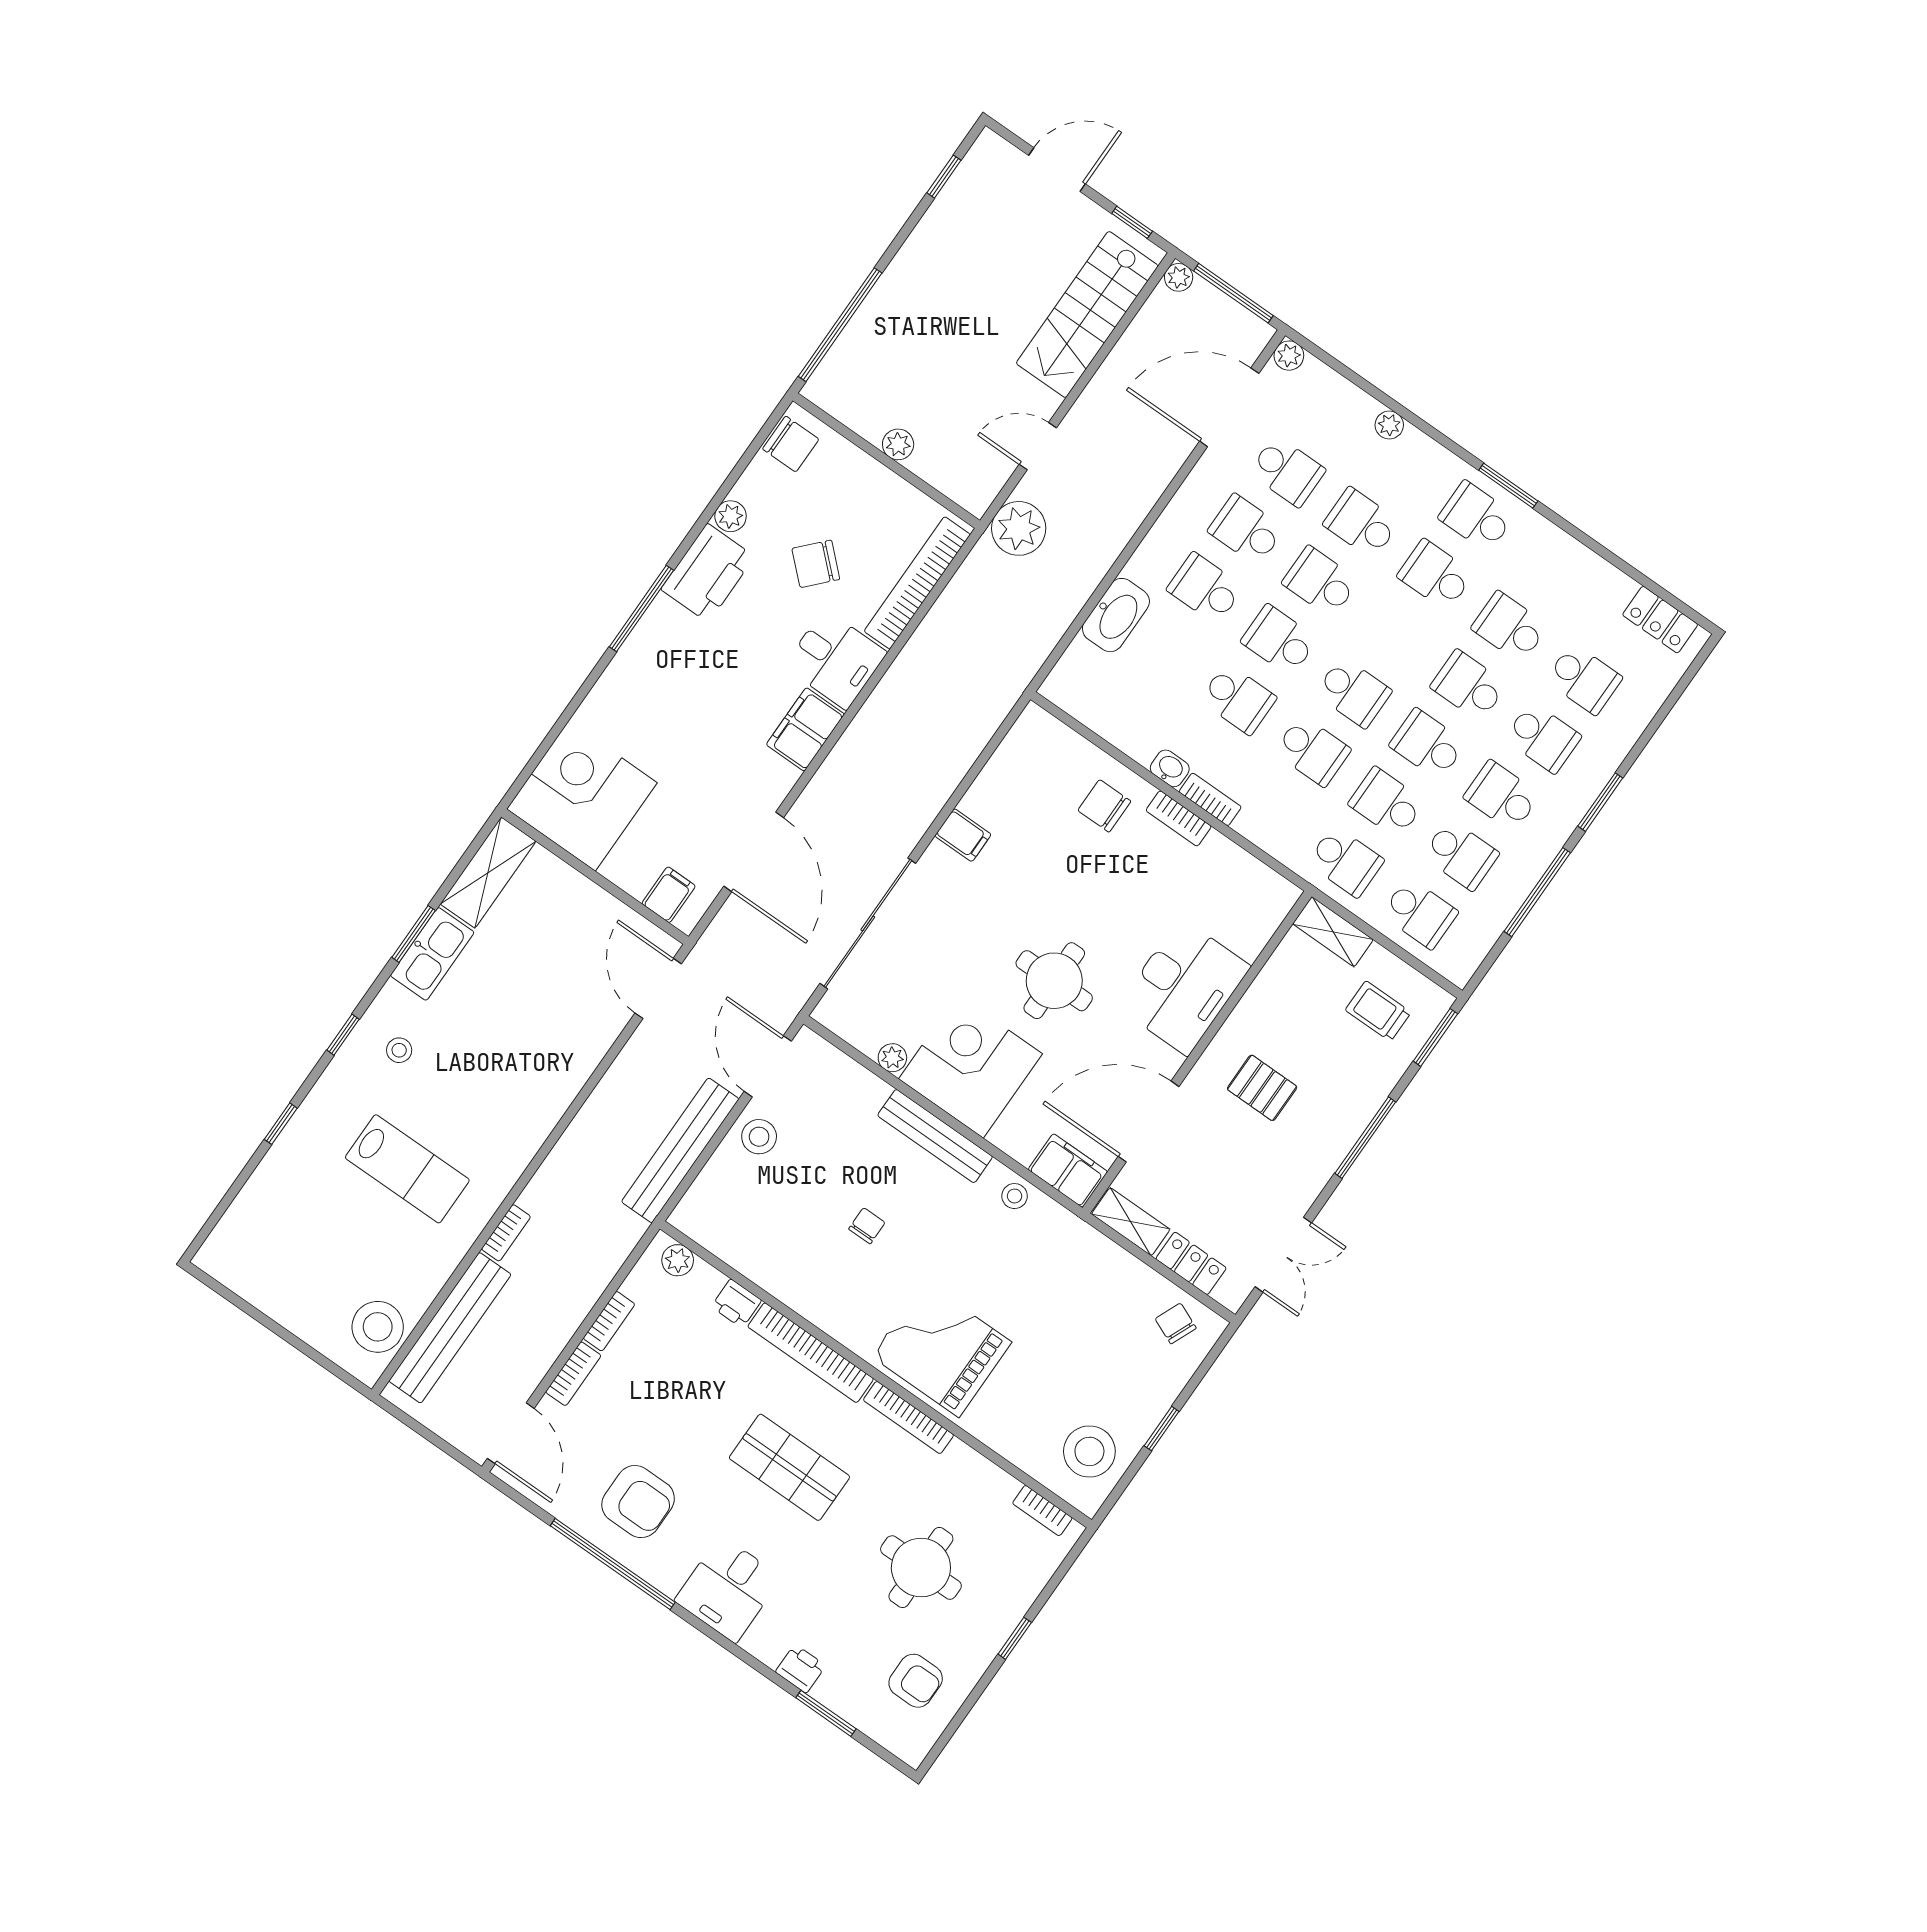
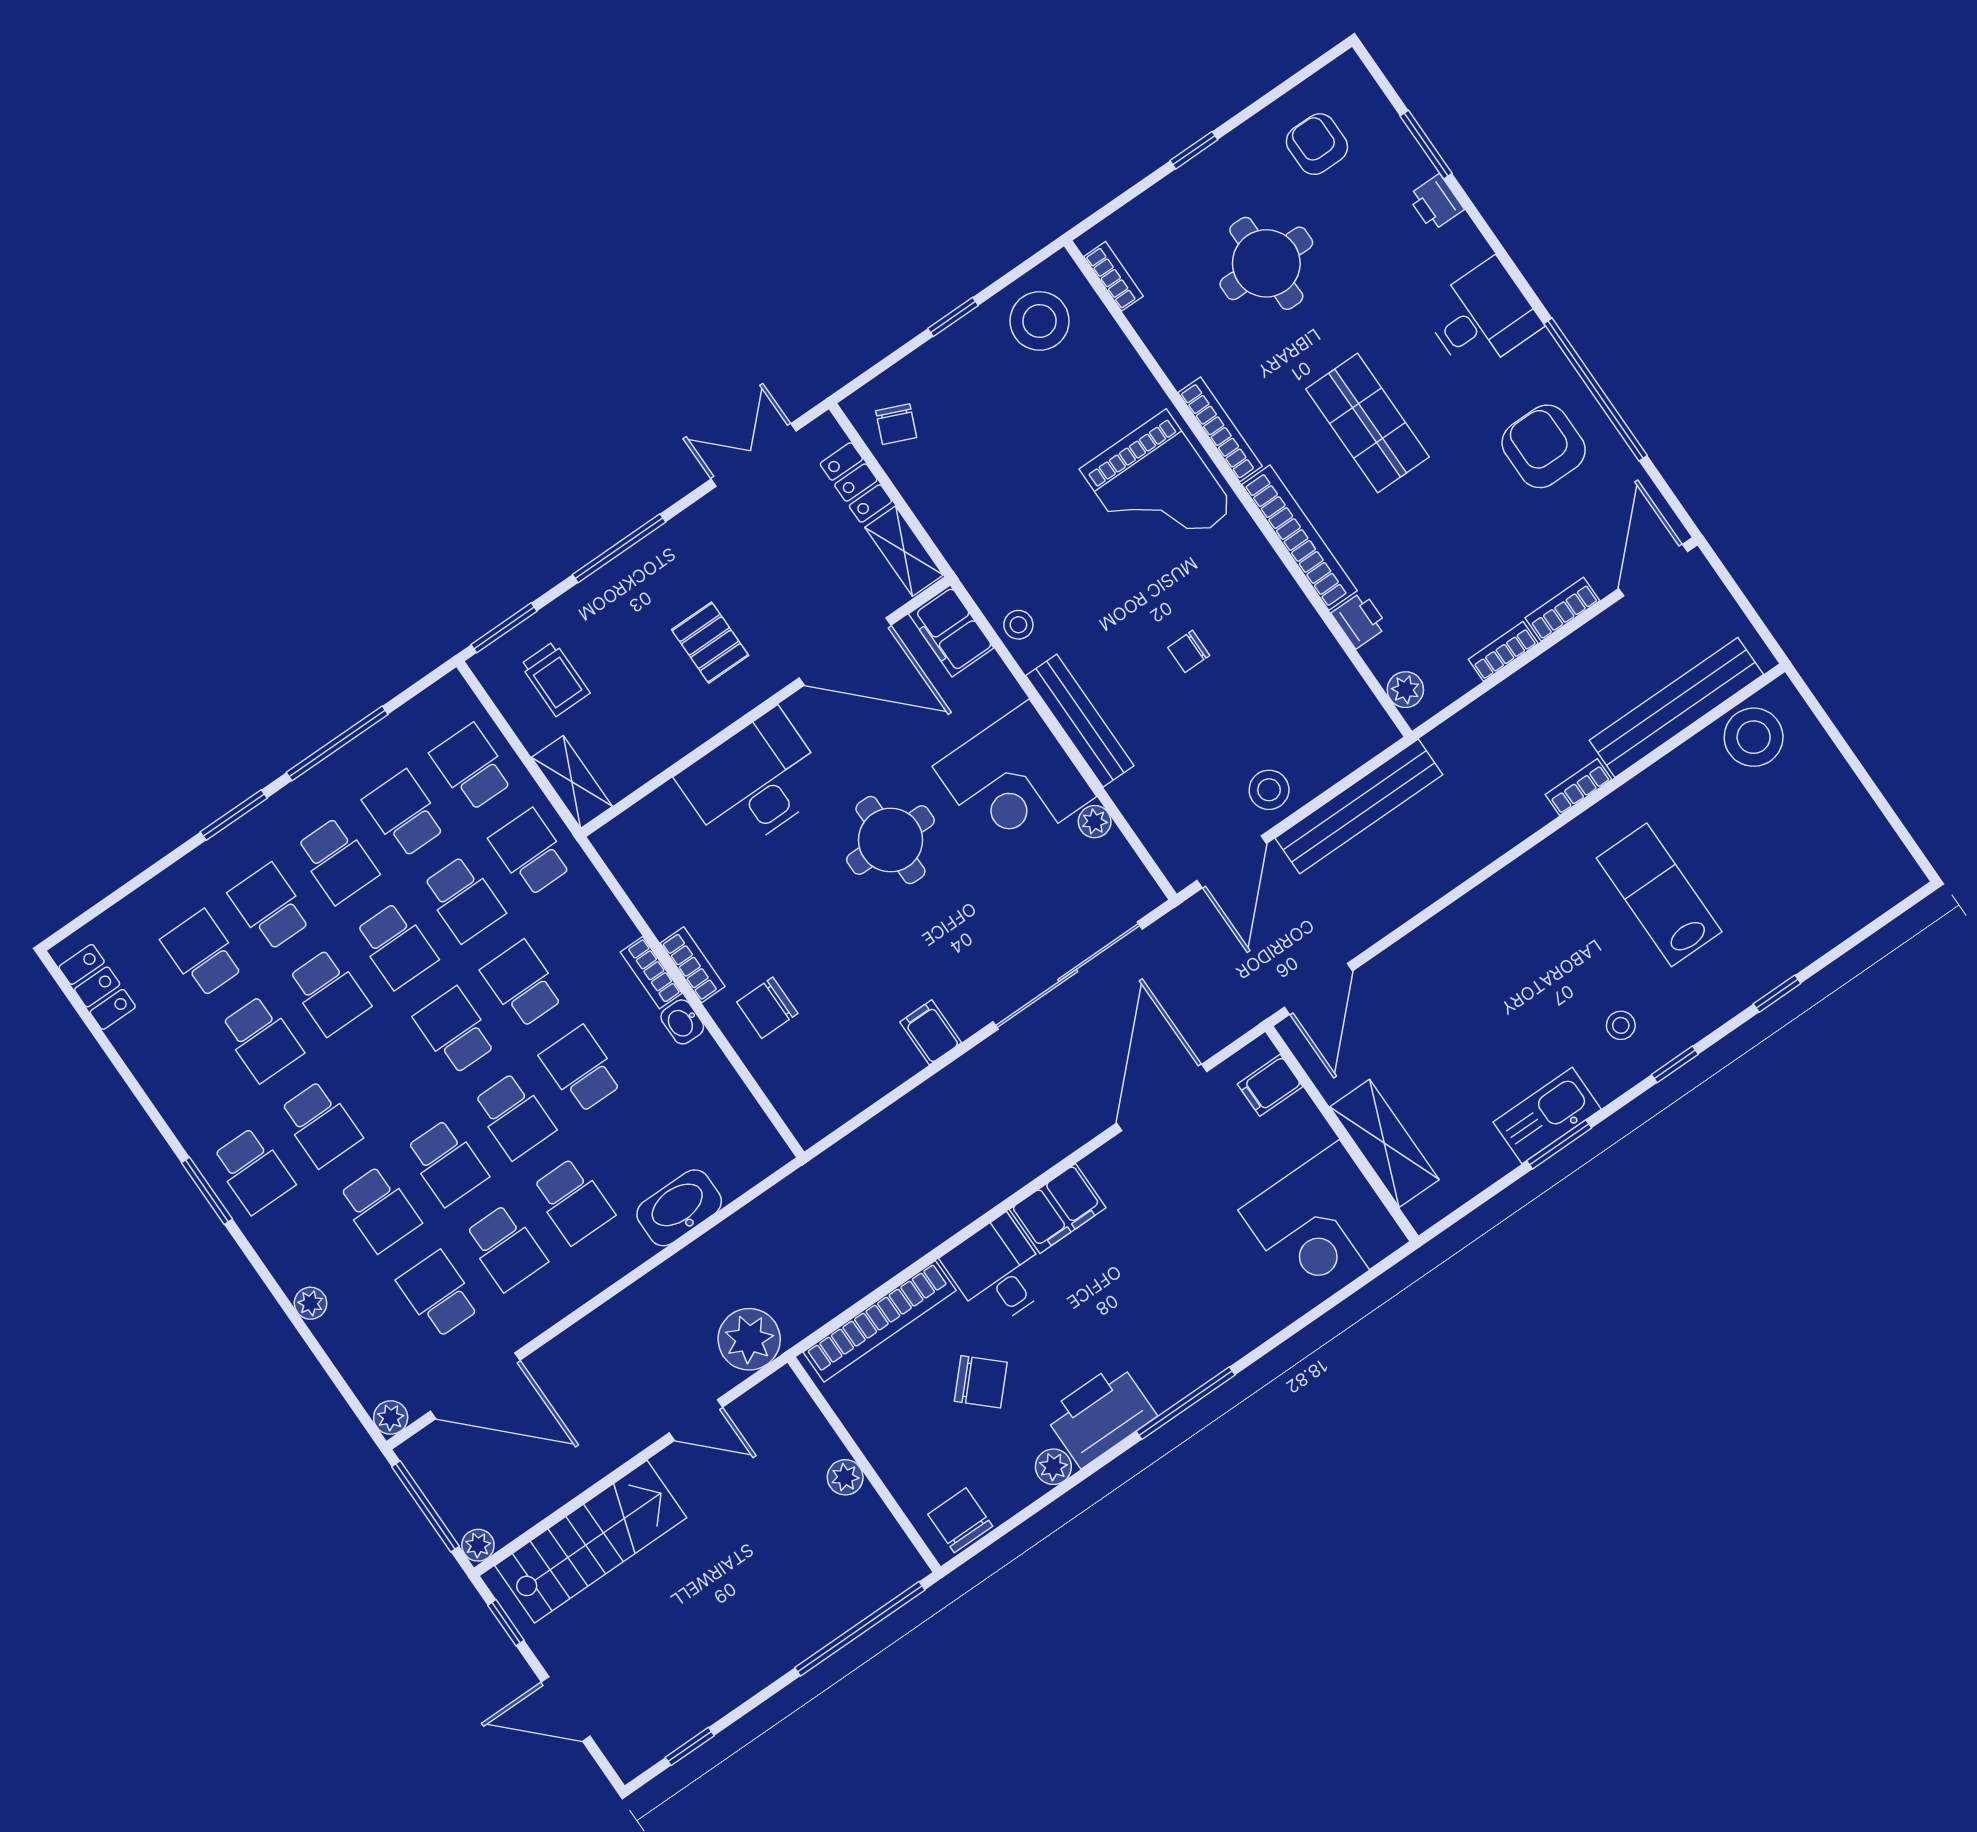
chair: (1104, 806) -> (767, 1008), turned 90
shelving: (488, 873) -> (1384, 1143), moved, turned 90

